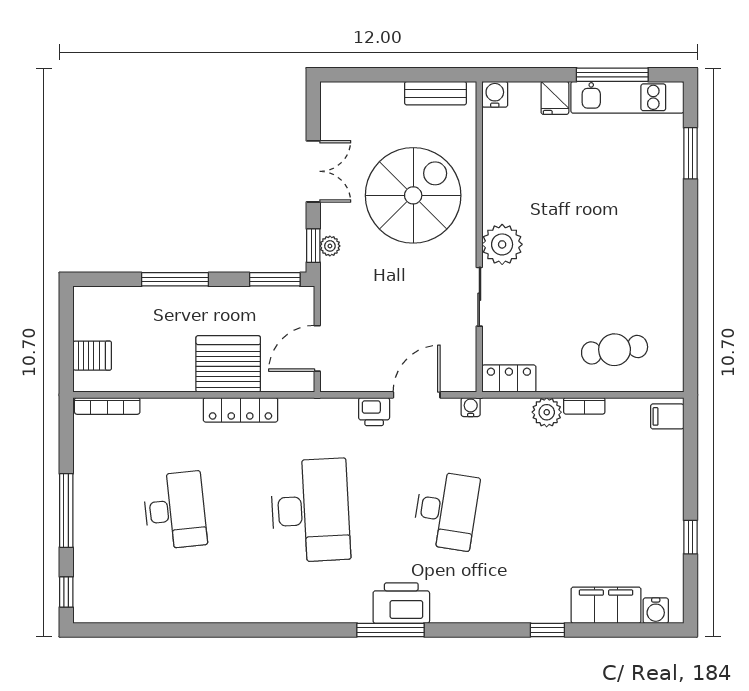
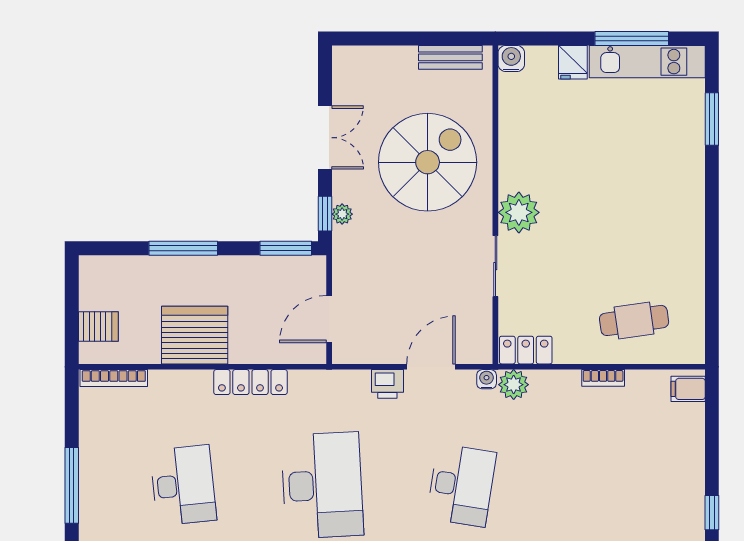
server rack: (228, 364) -> (195, 335), moved
plant: (547, 412) -> (514, 385), moved

